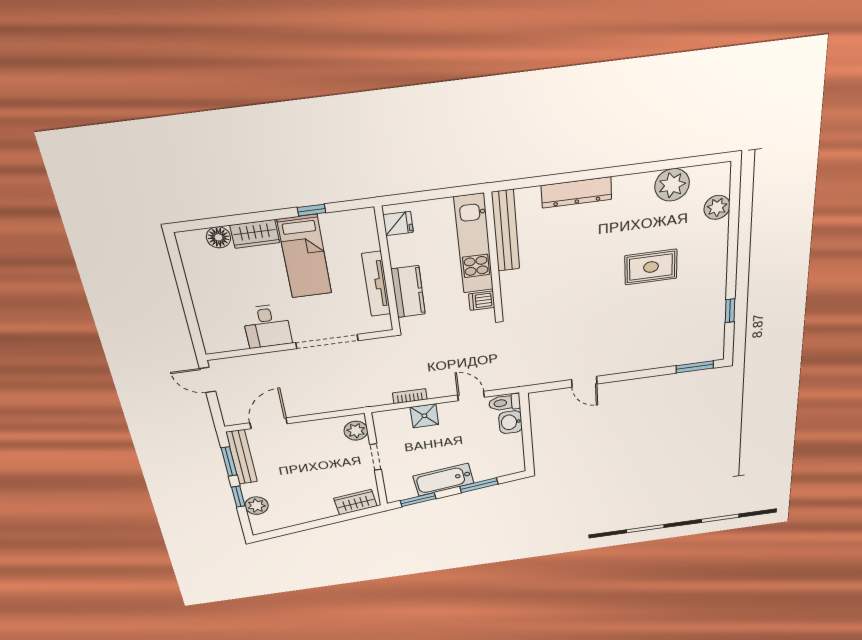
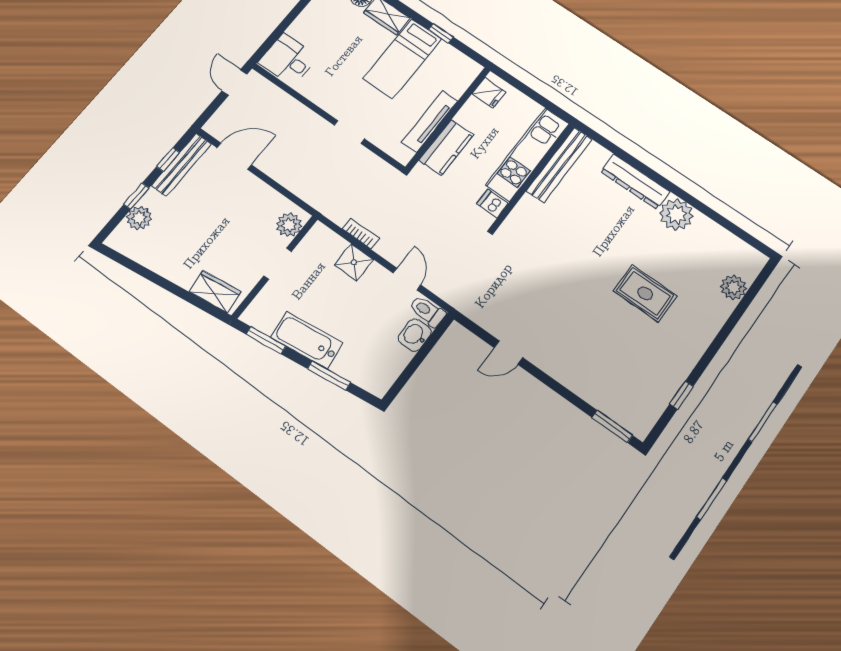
plant: (672, 185) -> (676, 215), moved
desk: (267, 326) -> (288, 60), moved, turned 90
doorway: (327, 342) -> (349, 132), width x0.53
door: (584, 382) -> (508, 353), hinge flipped
window: (229, 461) -> (168, 159), width x0.67

